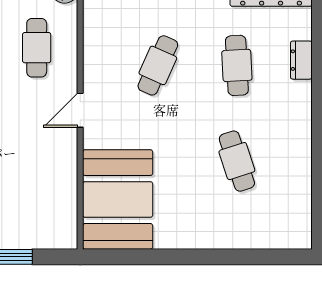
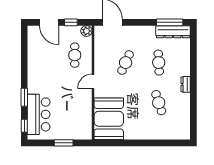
dresser: (301, 60) -> (186, 84), moved

